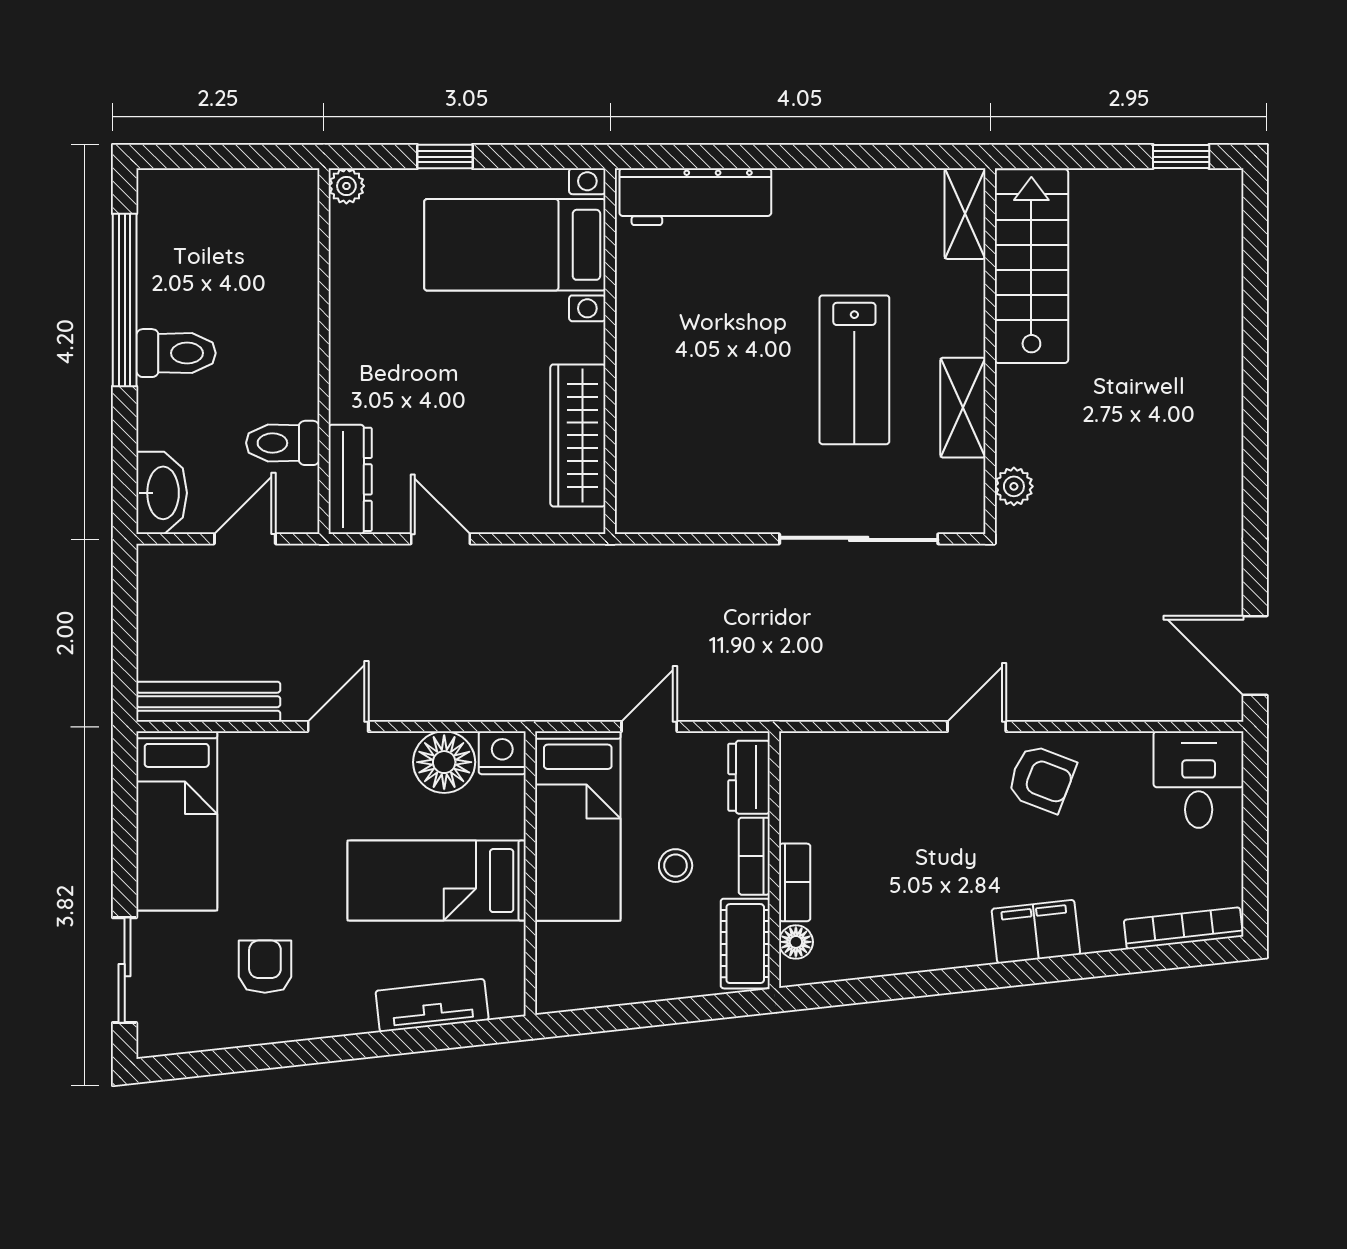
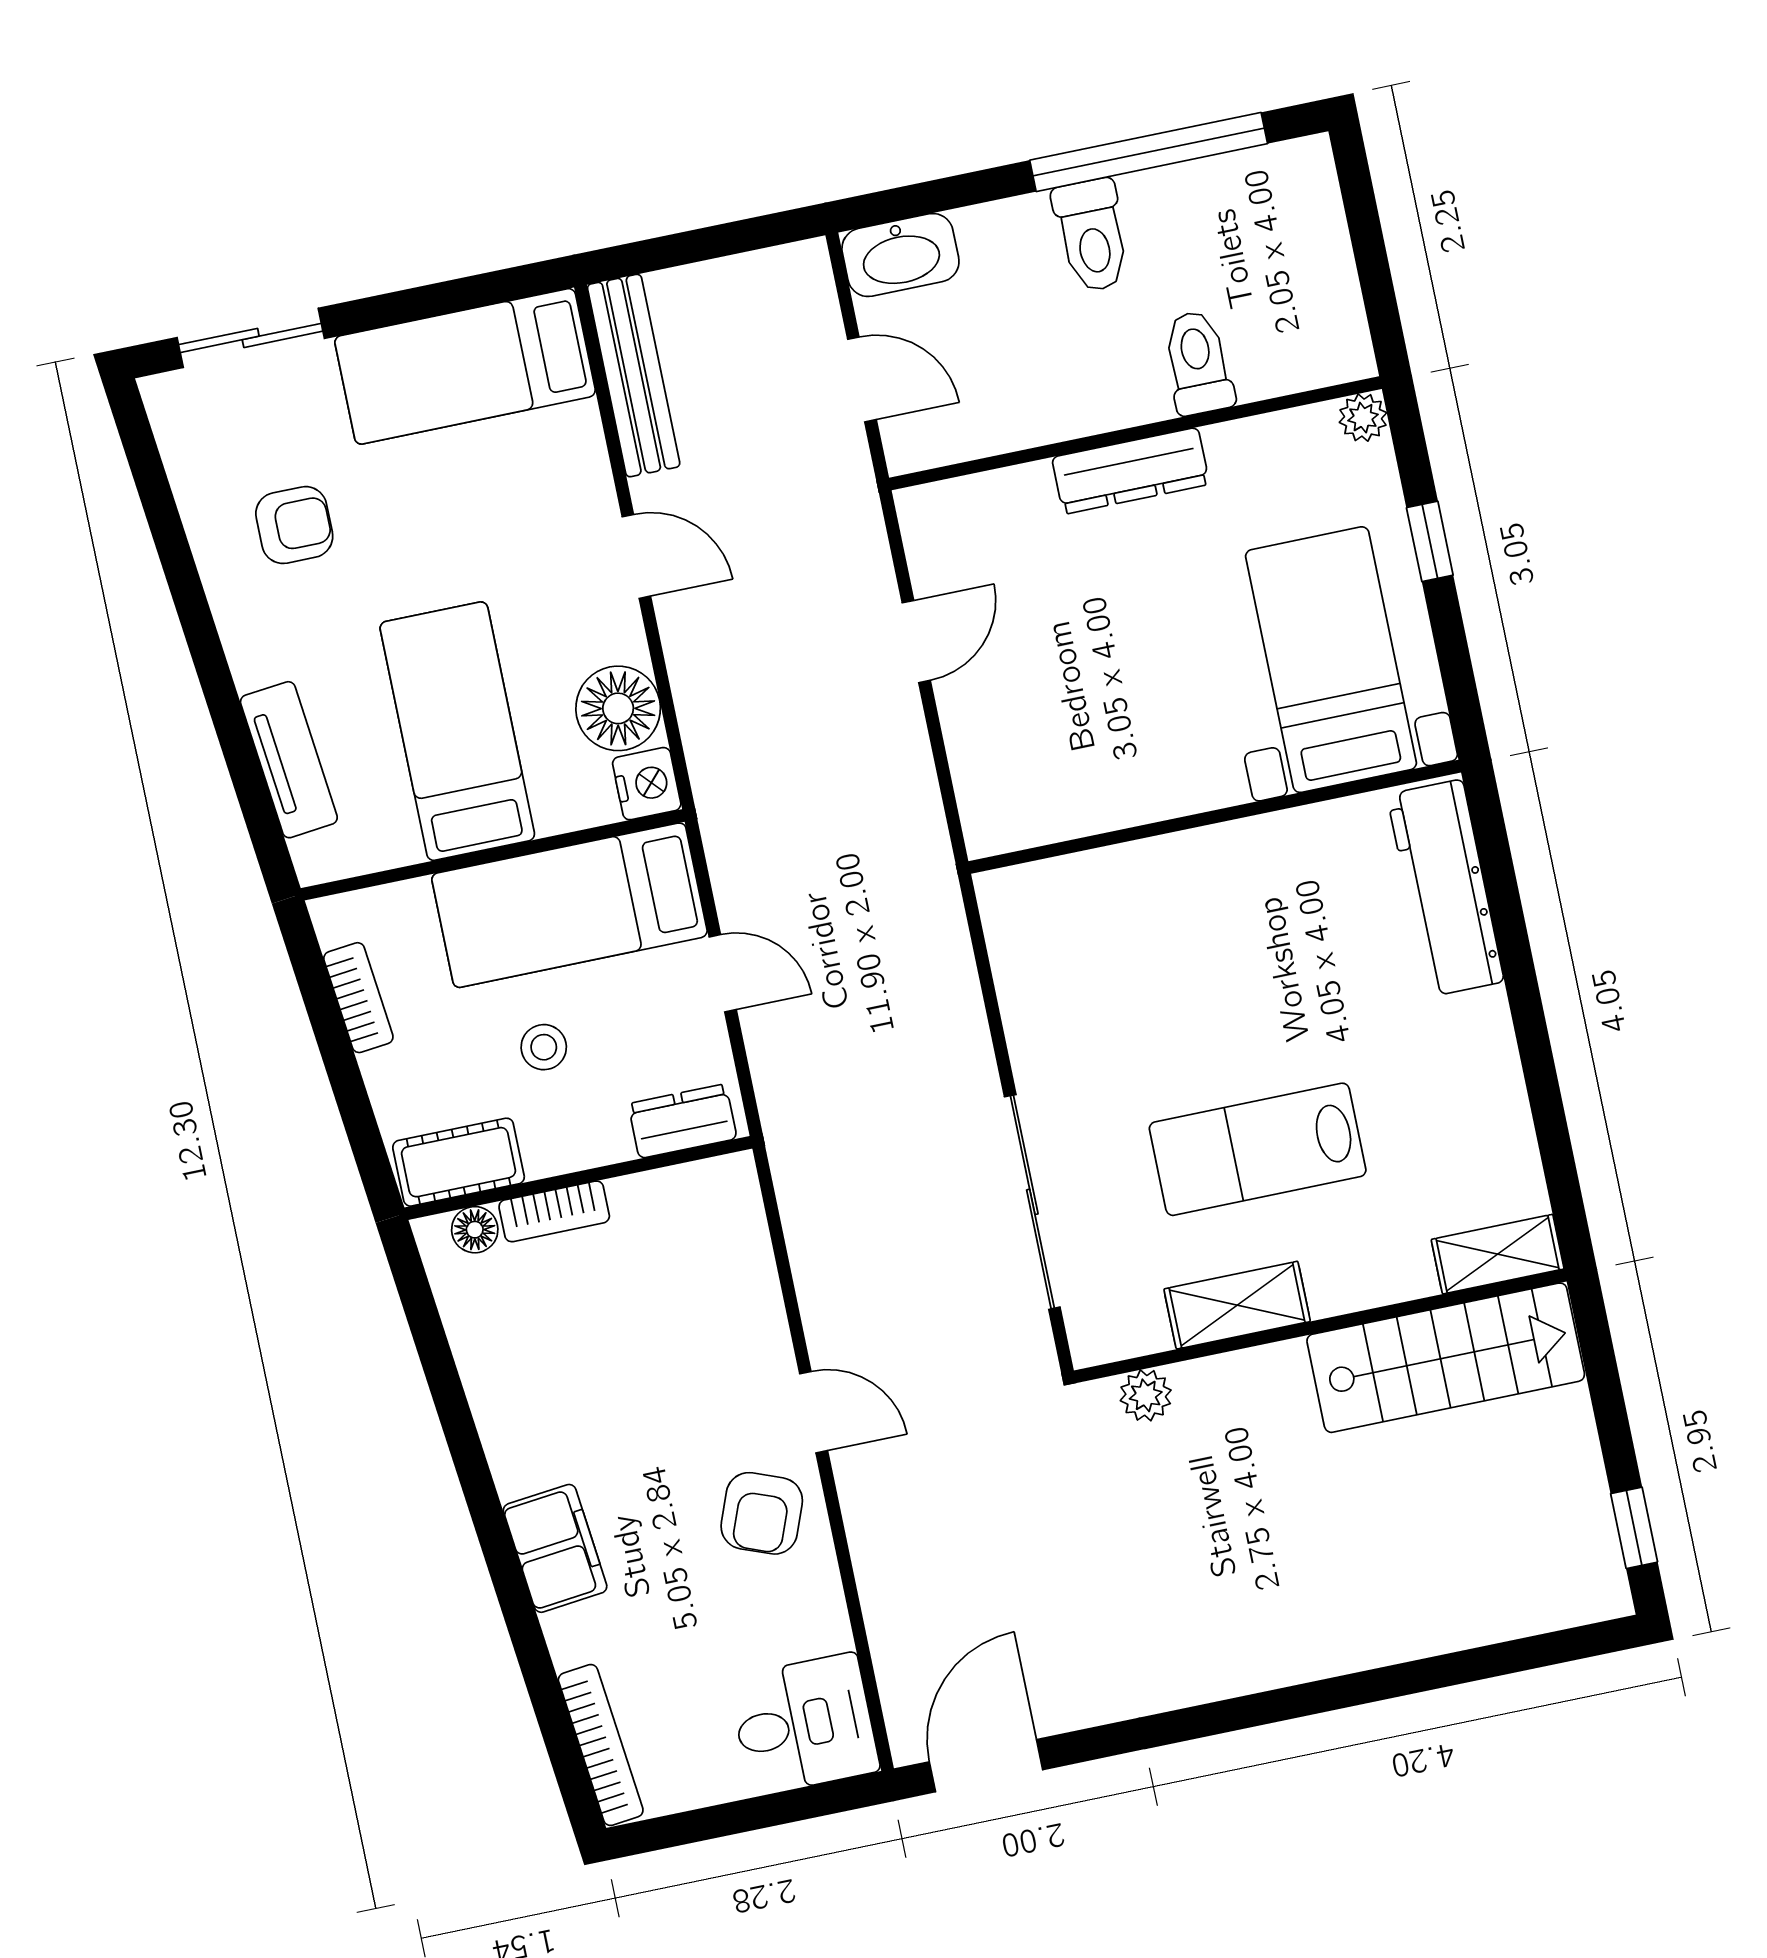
wardrobe: (578, 435) -> (1093, 797), removed
toilet: (283, 443) -> (1198, 363), moved
dresser: (350, 479) -> (1131, 471), moved
bookcase: (754, 856) -> (358, 998), moved, turned 84

